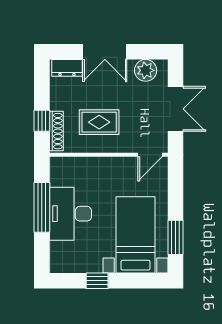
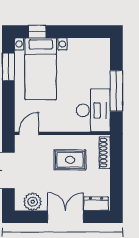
window: (42, 121) -> (116, 161), removed
desk: (70, 214) -> (93, 110), moved
window: (97, 281) -> (37, 32), moved

